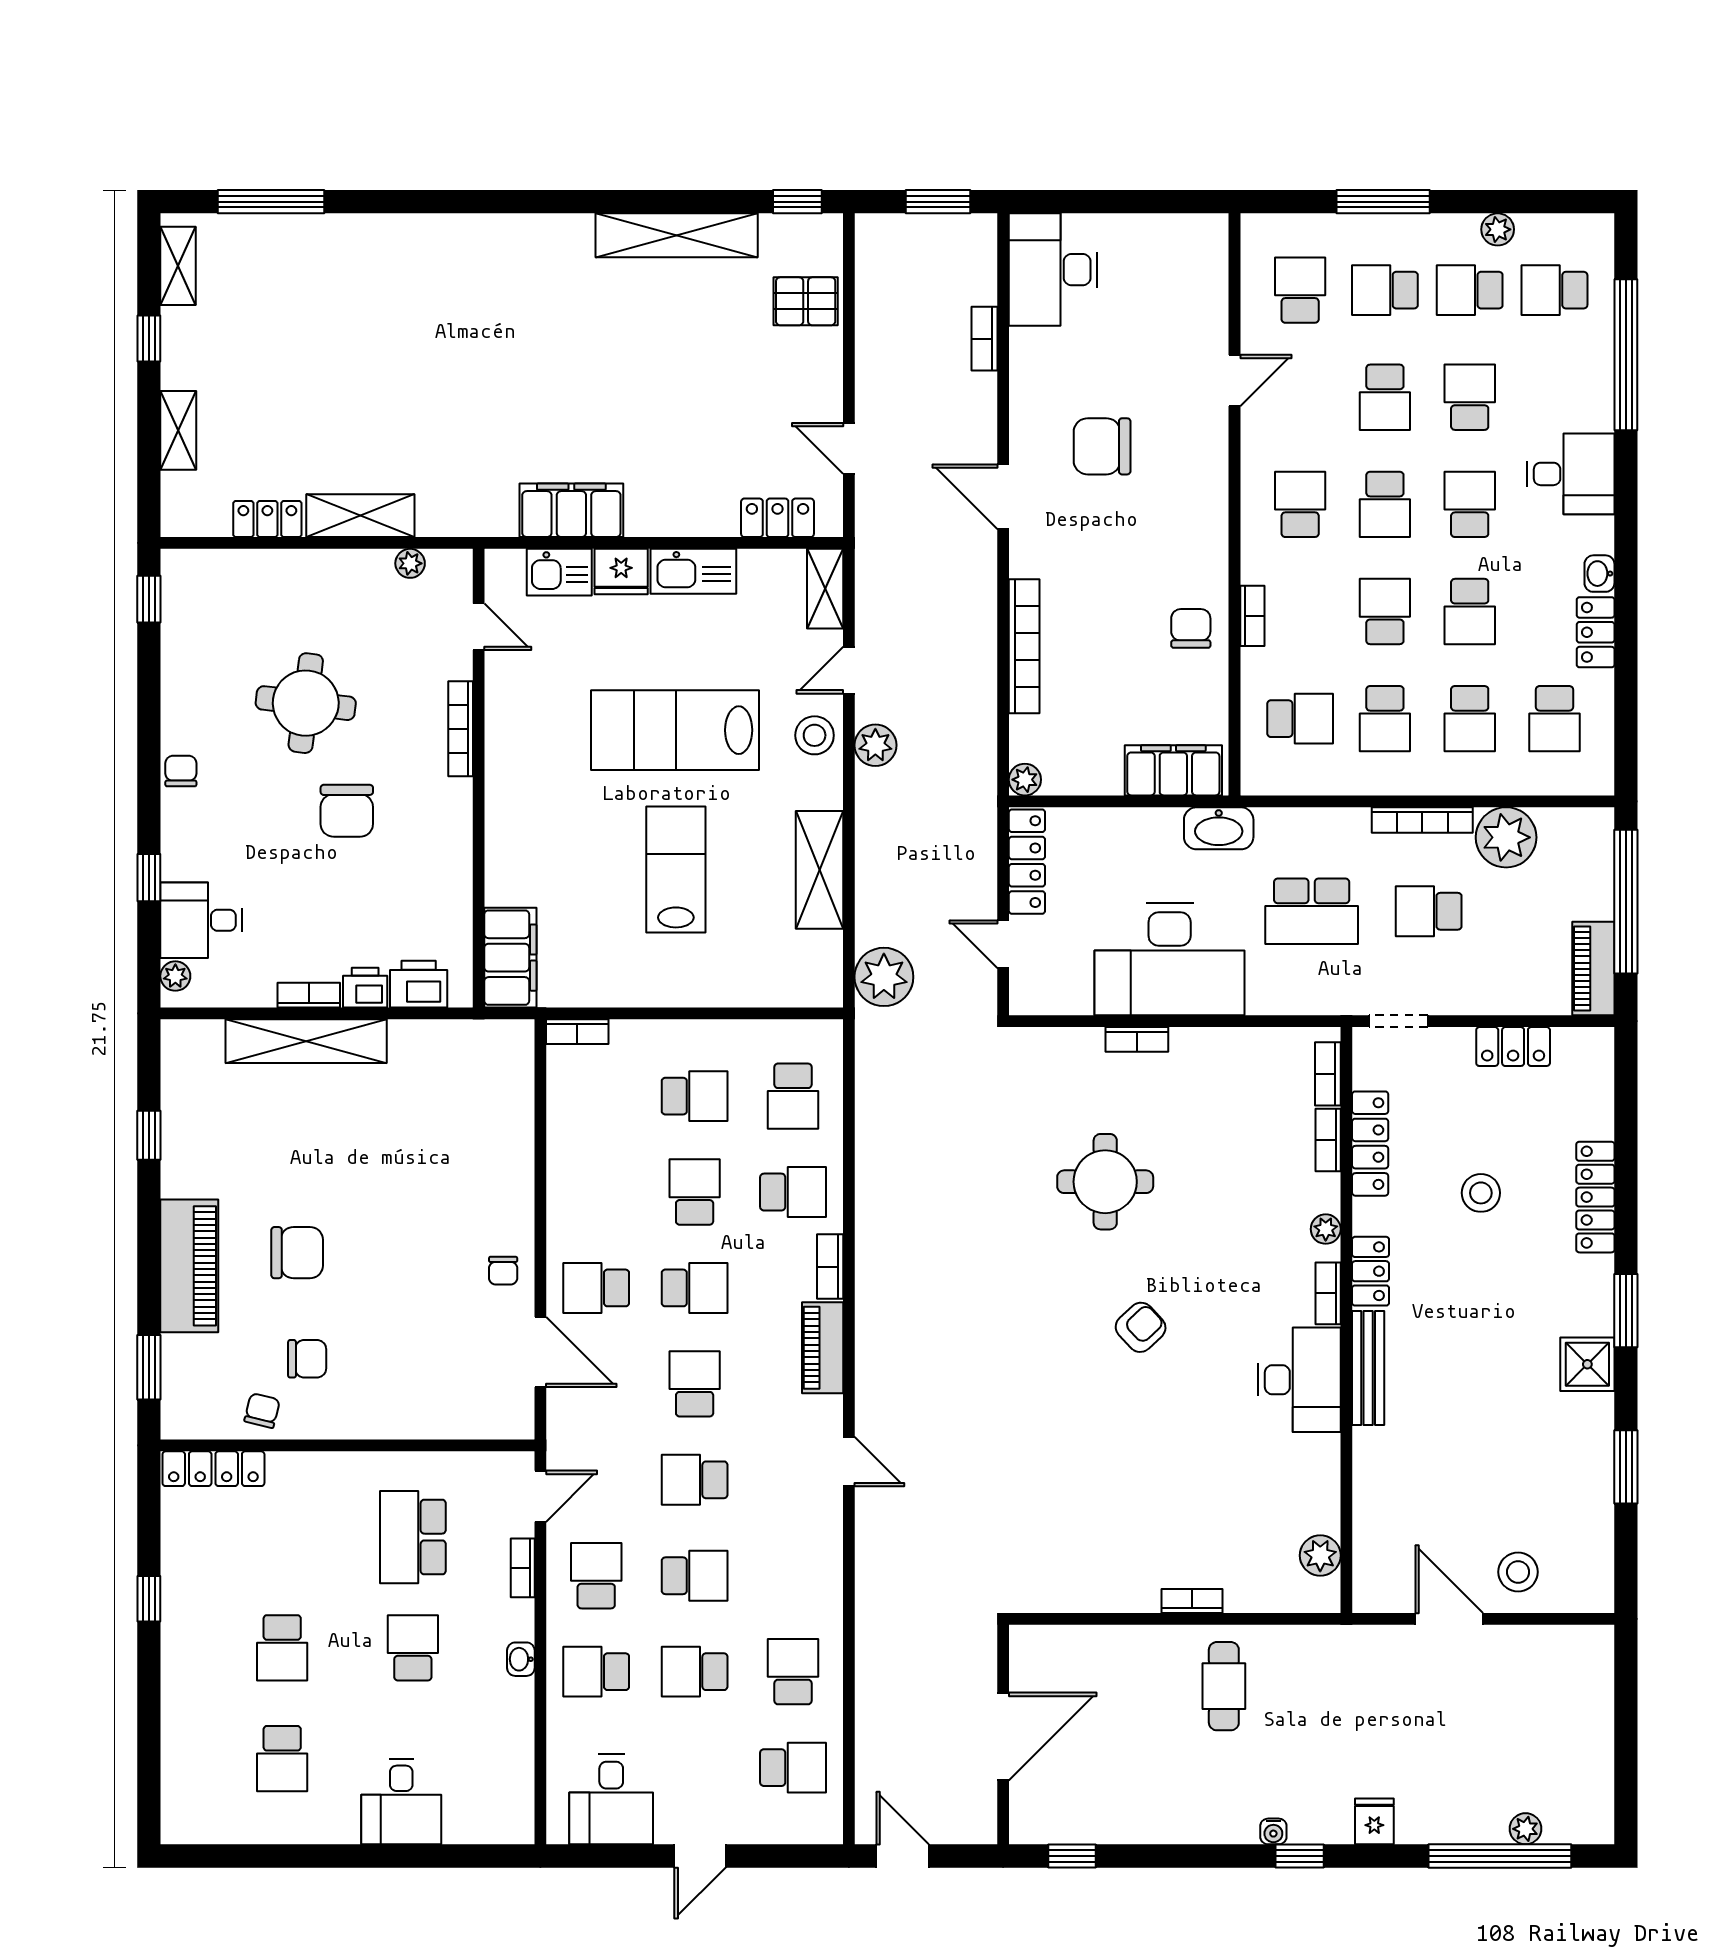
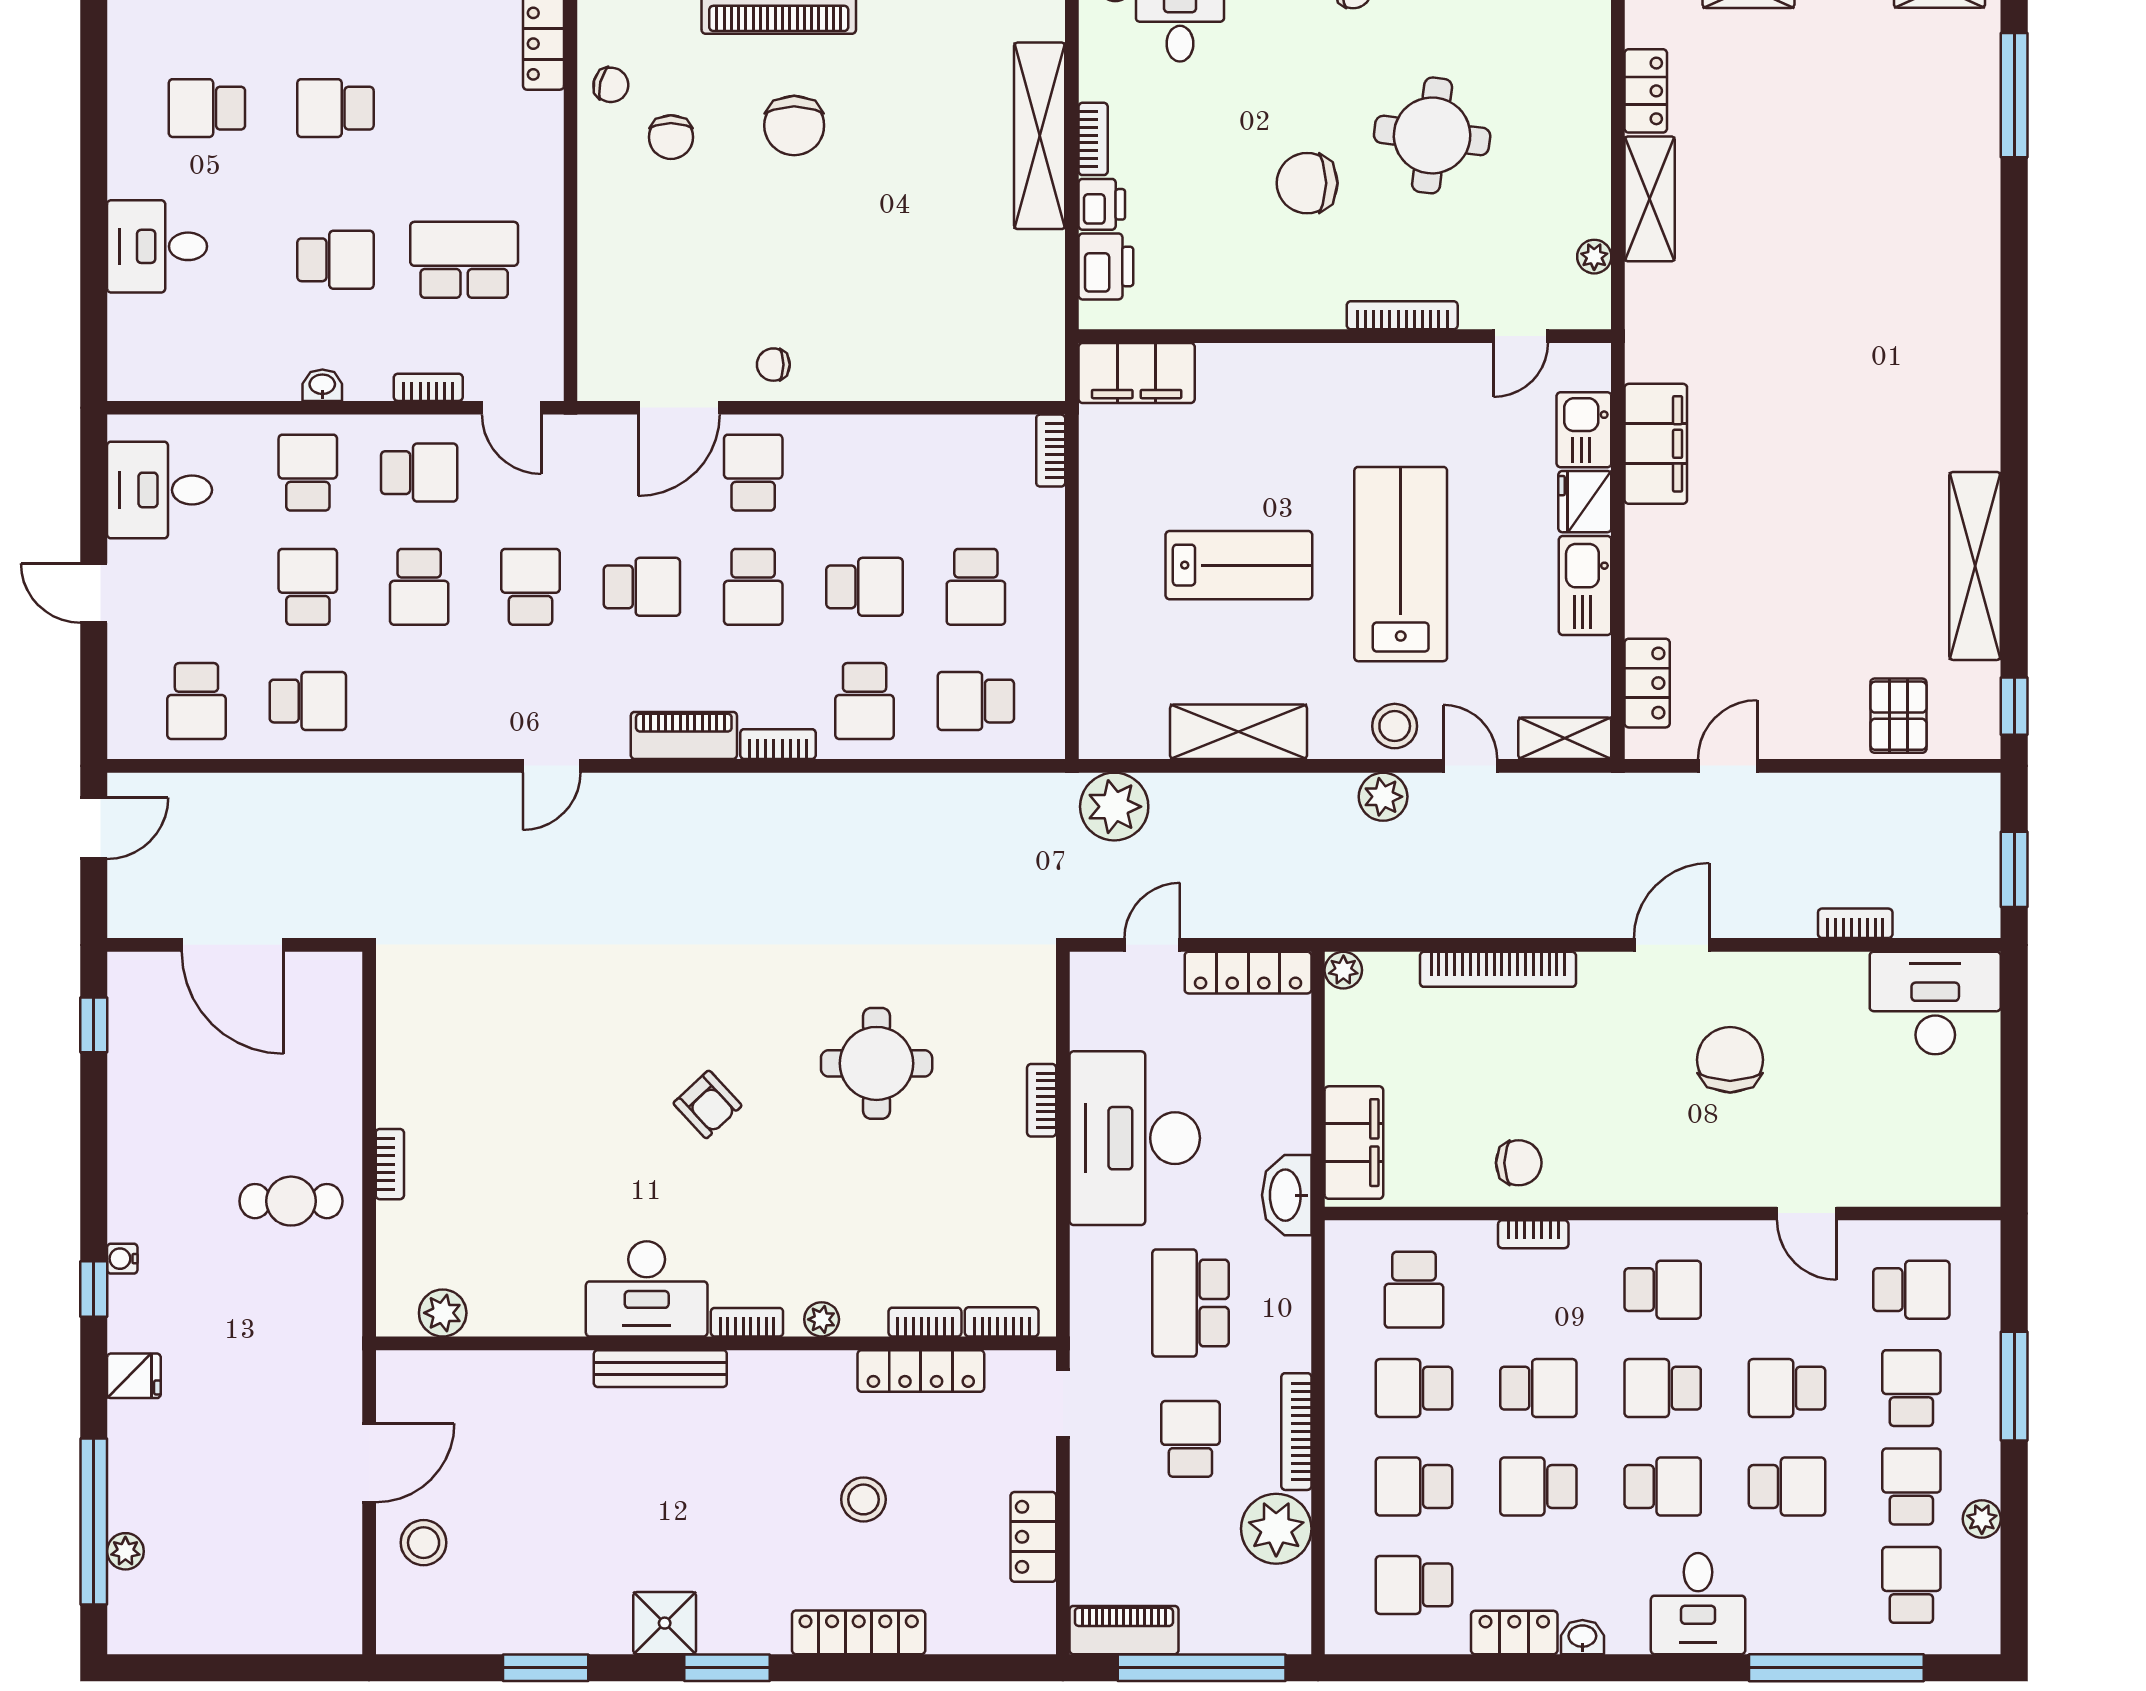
locker: (1371, 1271) -> (773, 1371), removed

